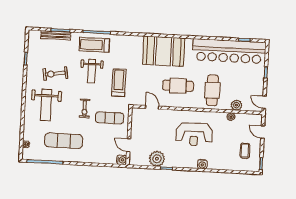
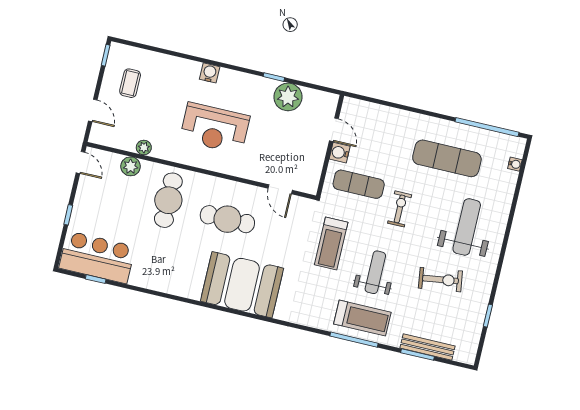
bar counter: (229, 51) -> (97, 257), width x0.54
reception desk: (194, 134) -> (215, 128), turned 180
water cooler: (122, 160) -> (340, 153), moved

